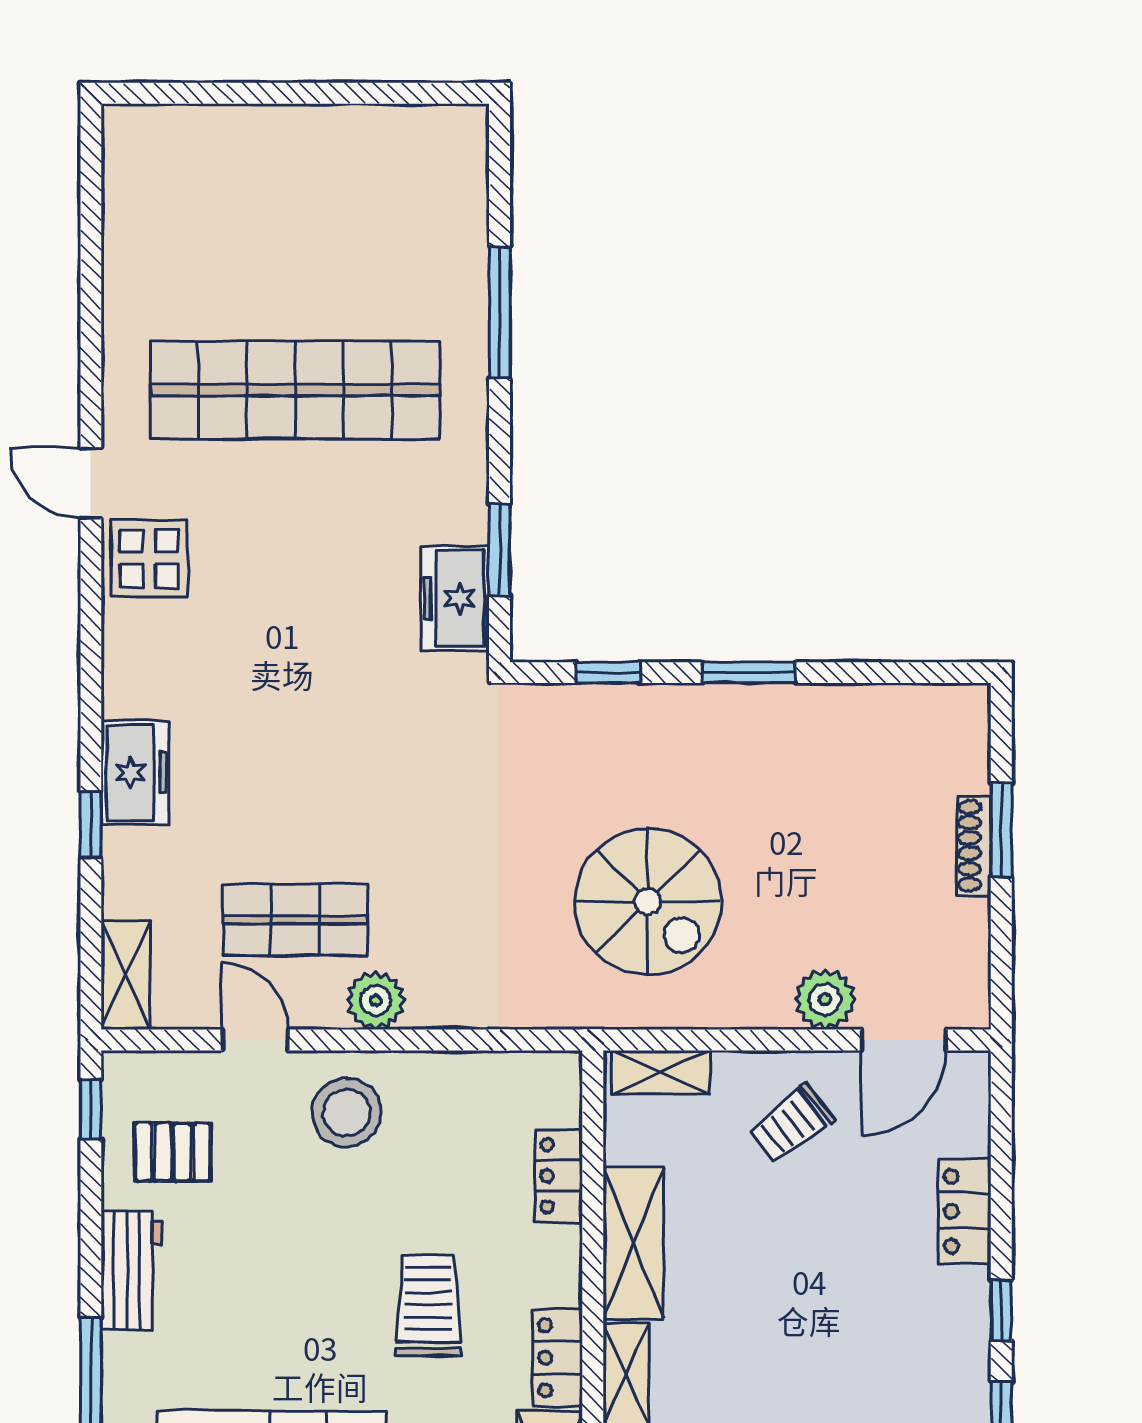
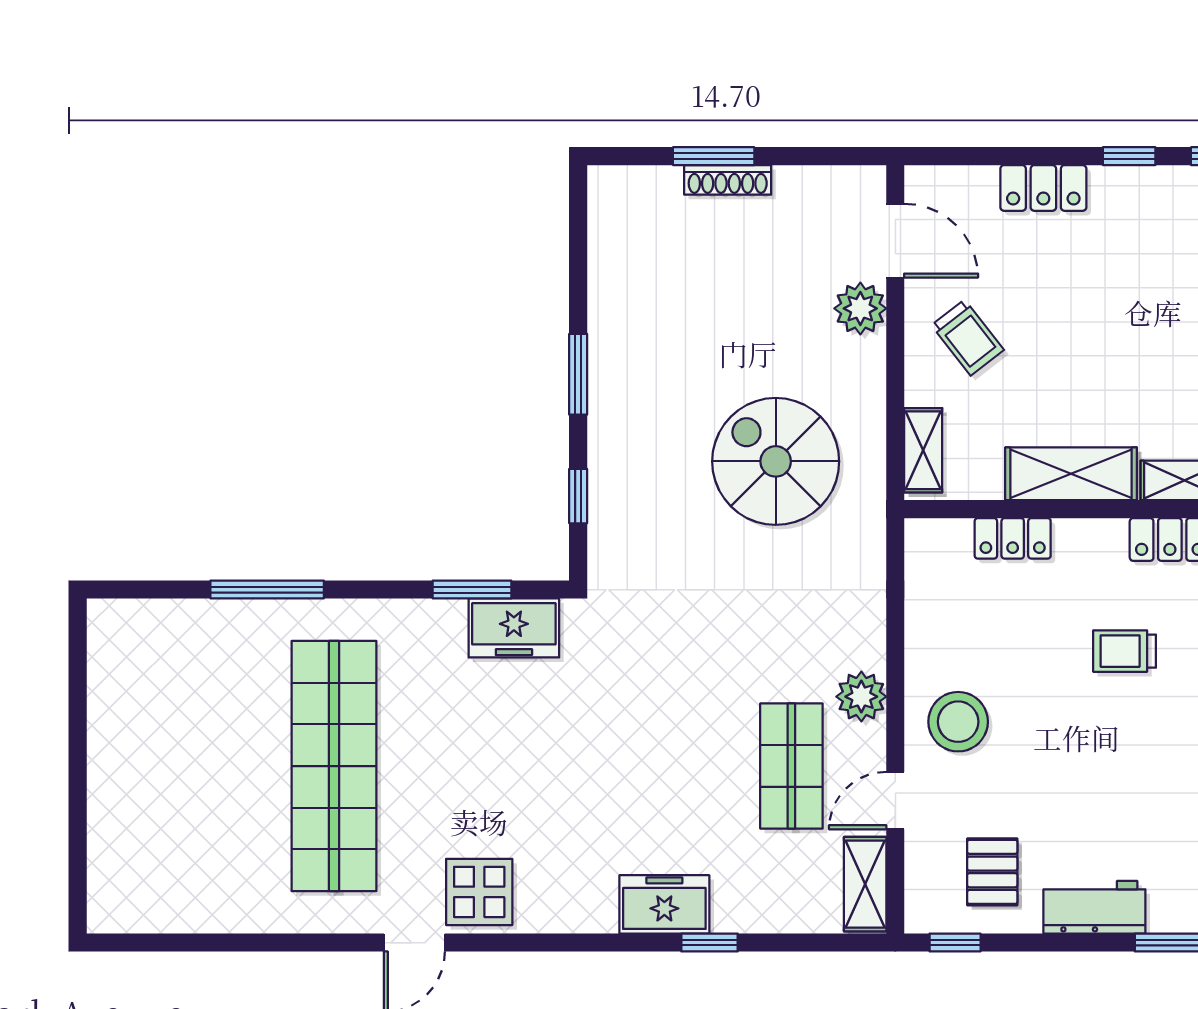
spiral stairs: (648, 901) -> (776, 461), turned -90
shelving: (126, 975) -> (865, 884), moved, turned 90
trolley: (428, 1305) -> (1125, 651), width x0.73, depth x0.72

